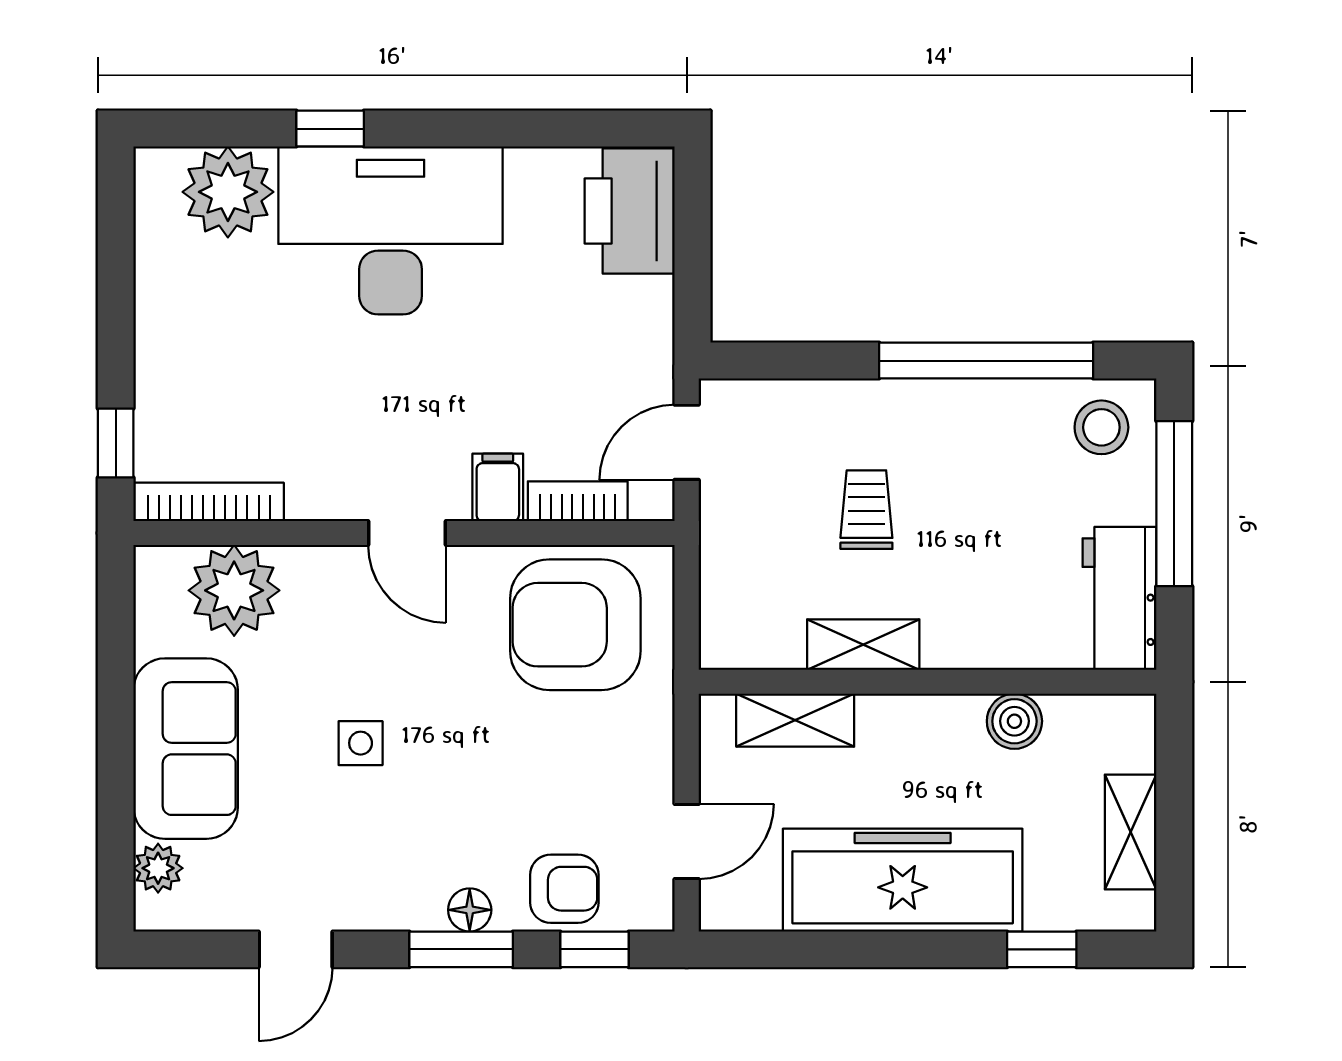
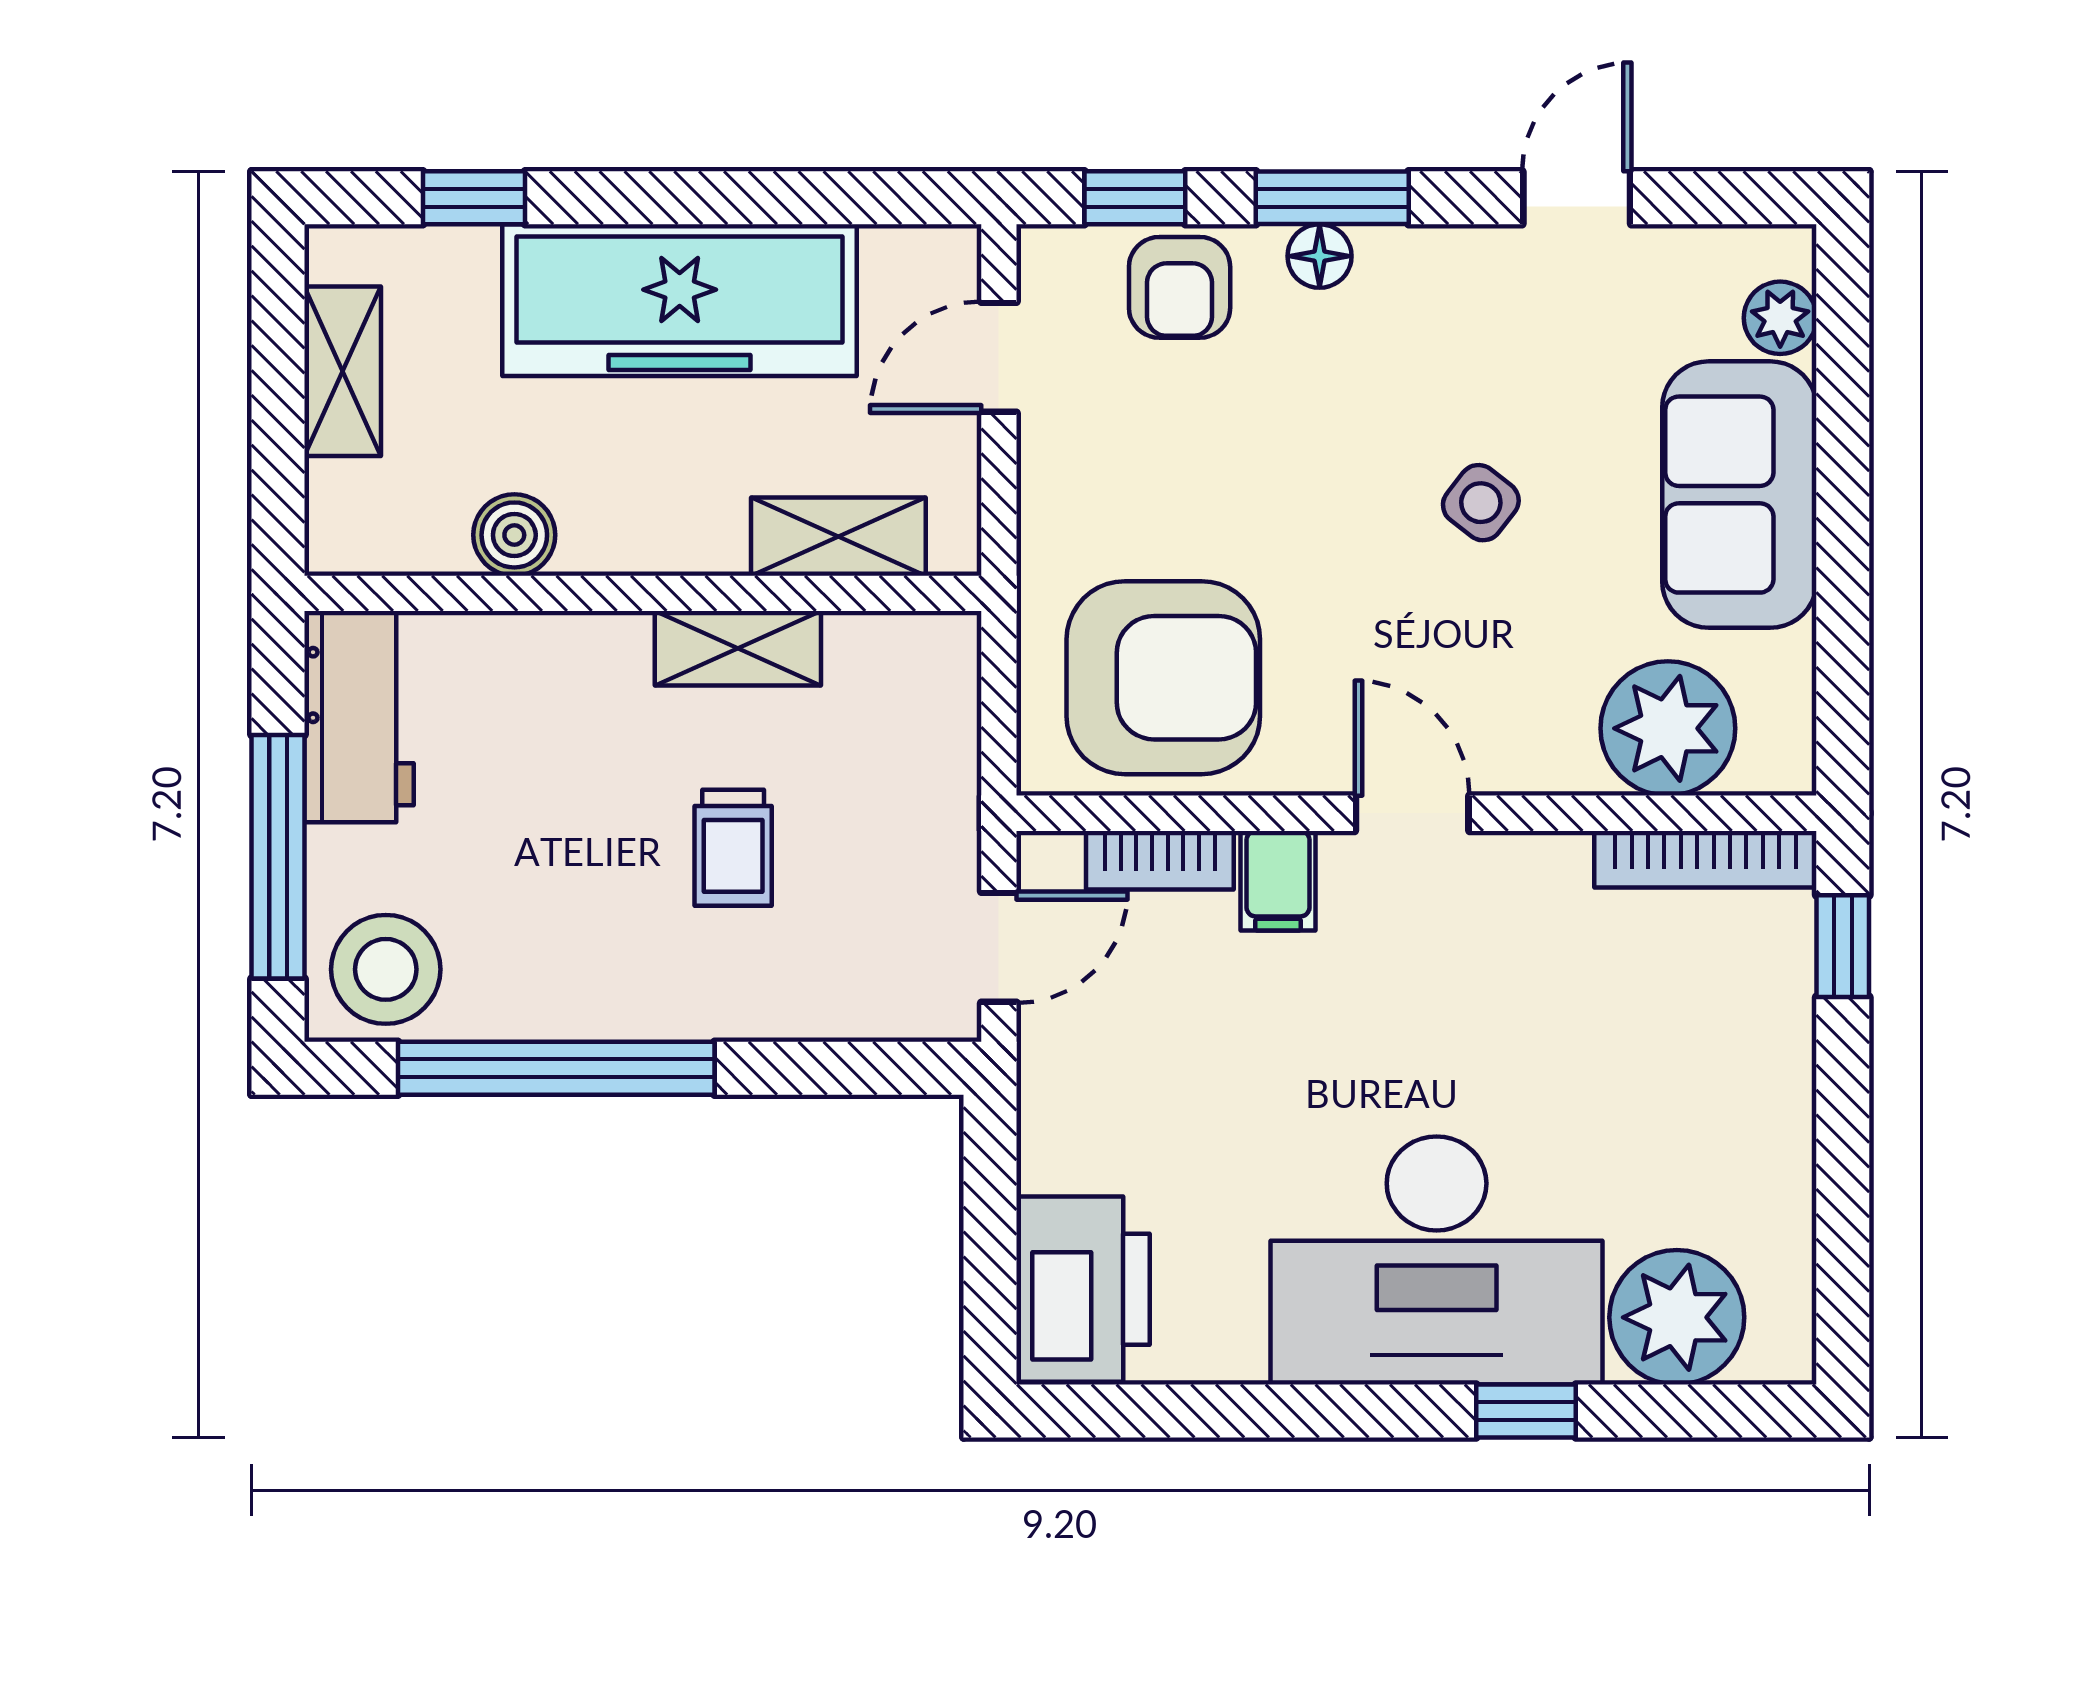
stool: (1101, 427) -> (386, 969), width x1.38, depth x1.38
side table: (361, 743) -> (1481, 503), turned 38
armchair: (564, 889) -> (1180, 287), turned -90

